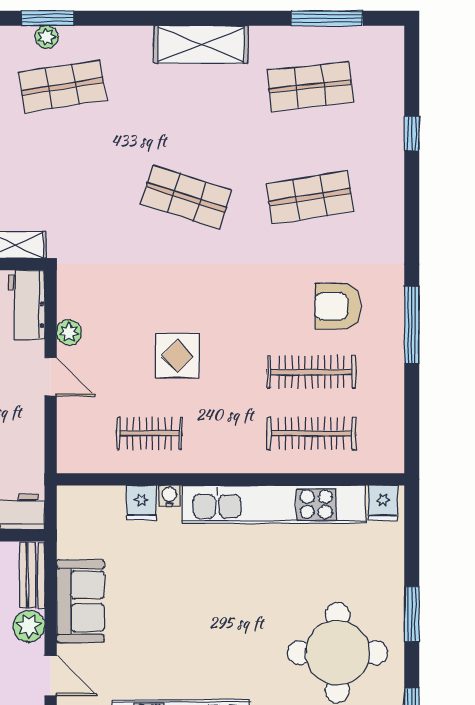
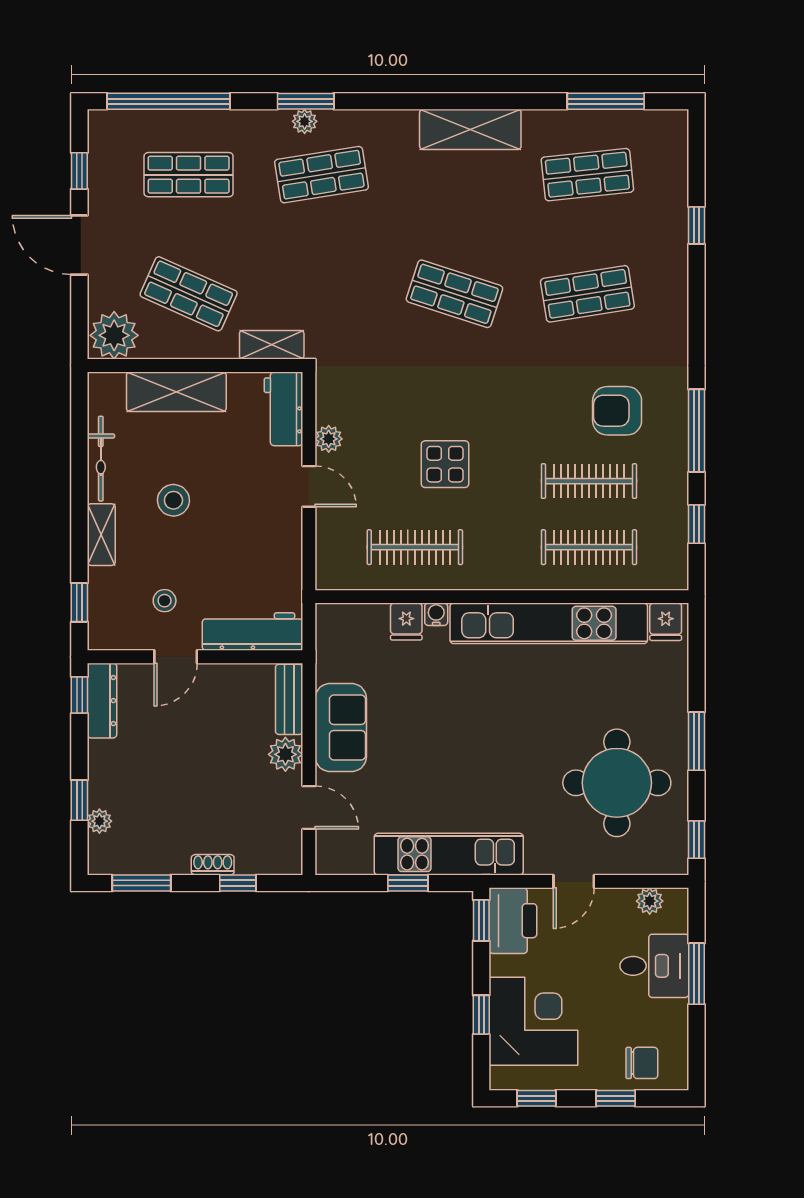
window: (412, 412) -> (697, 524), added
clothes rail: (149, 433) -> (415, 547), width x1.36

